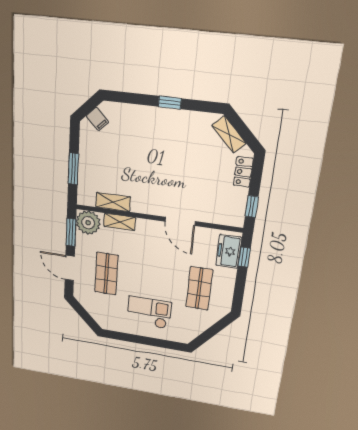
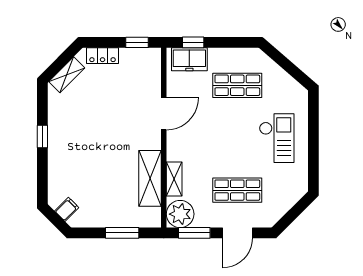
shelving: (113, 202) -> (150, 178), width x1.50, depth x1.33
checkout: (149, 313) -> (277, 138), turned 180

